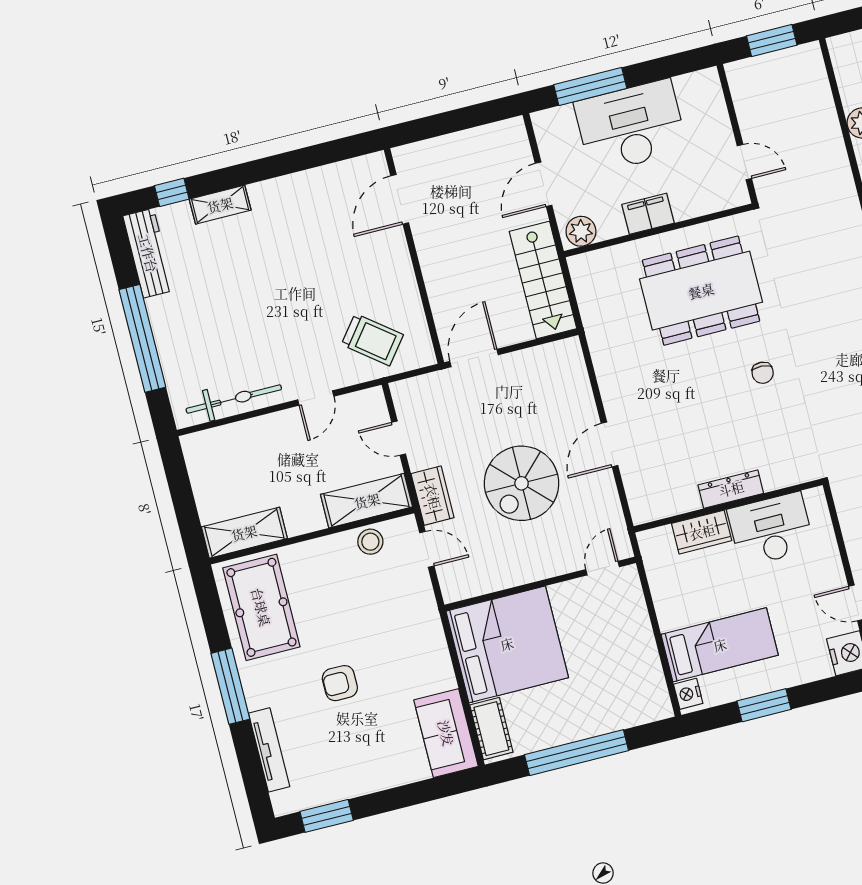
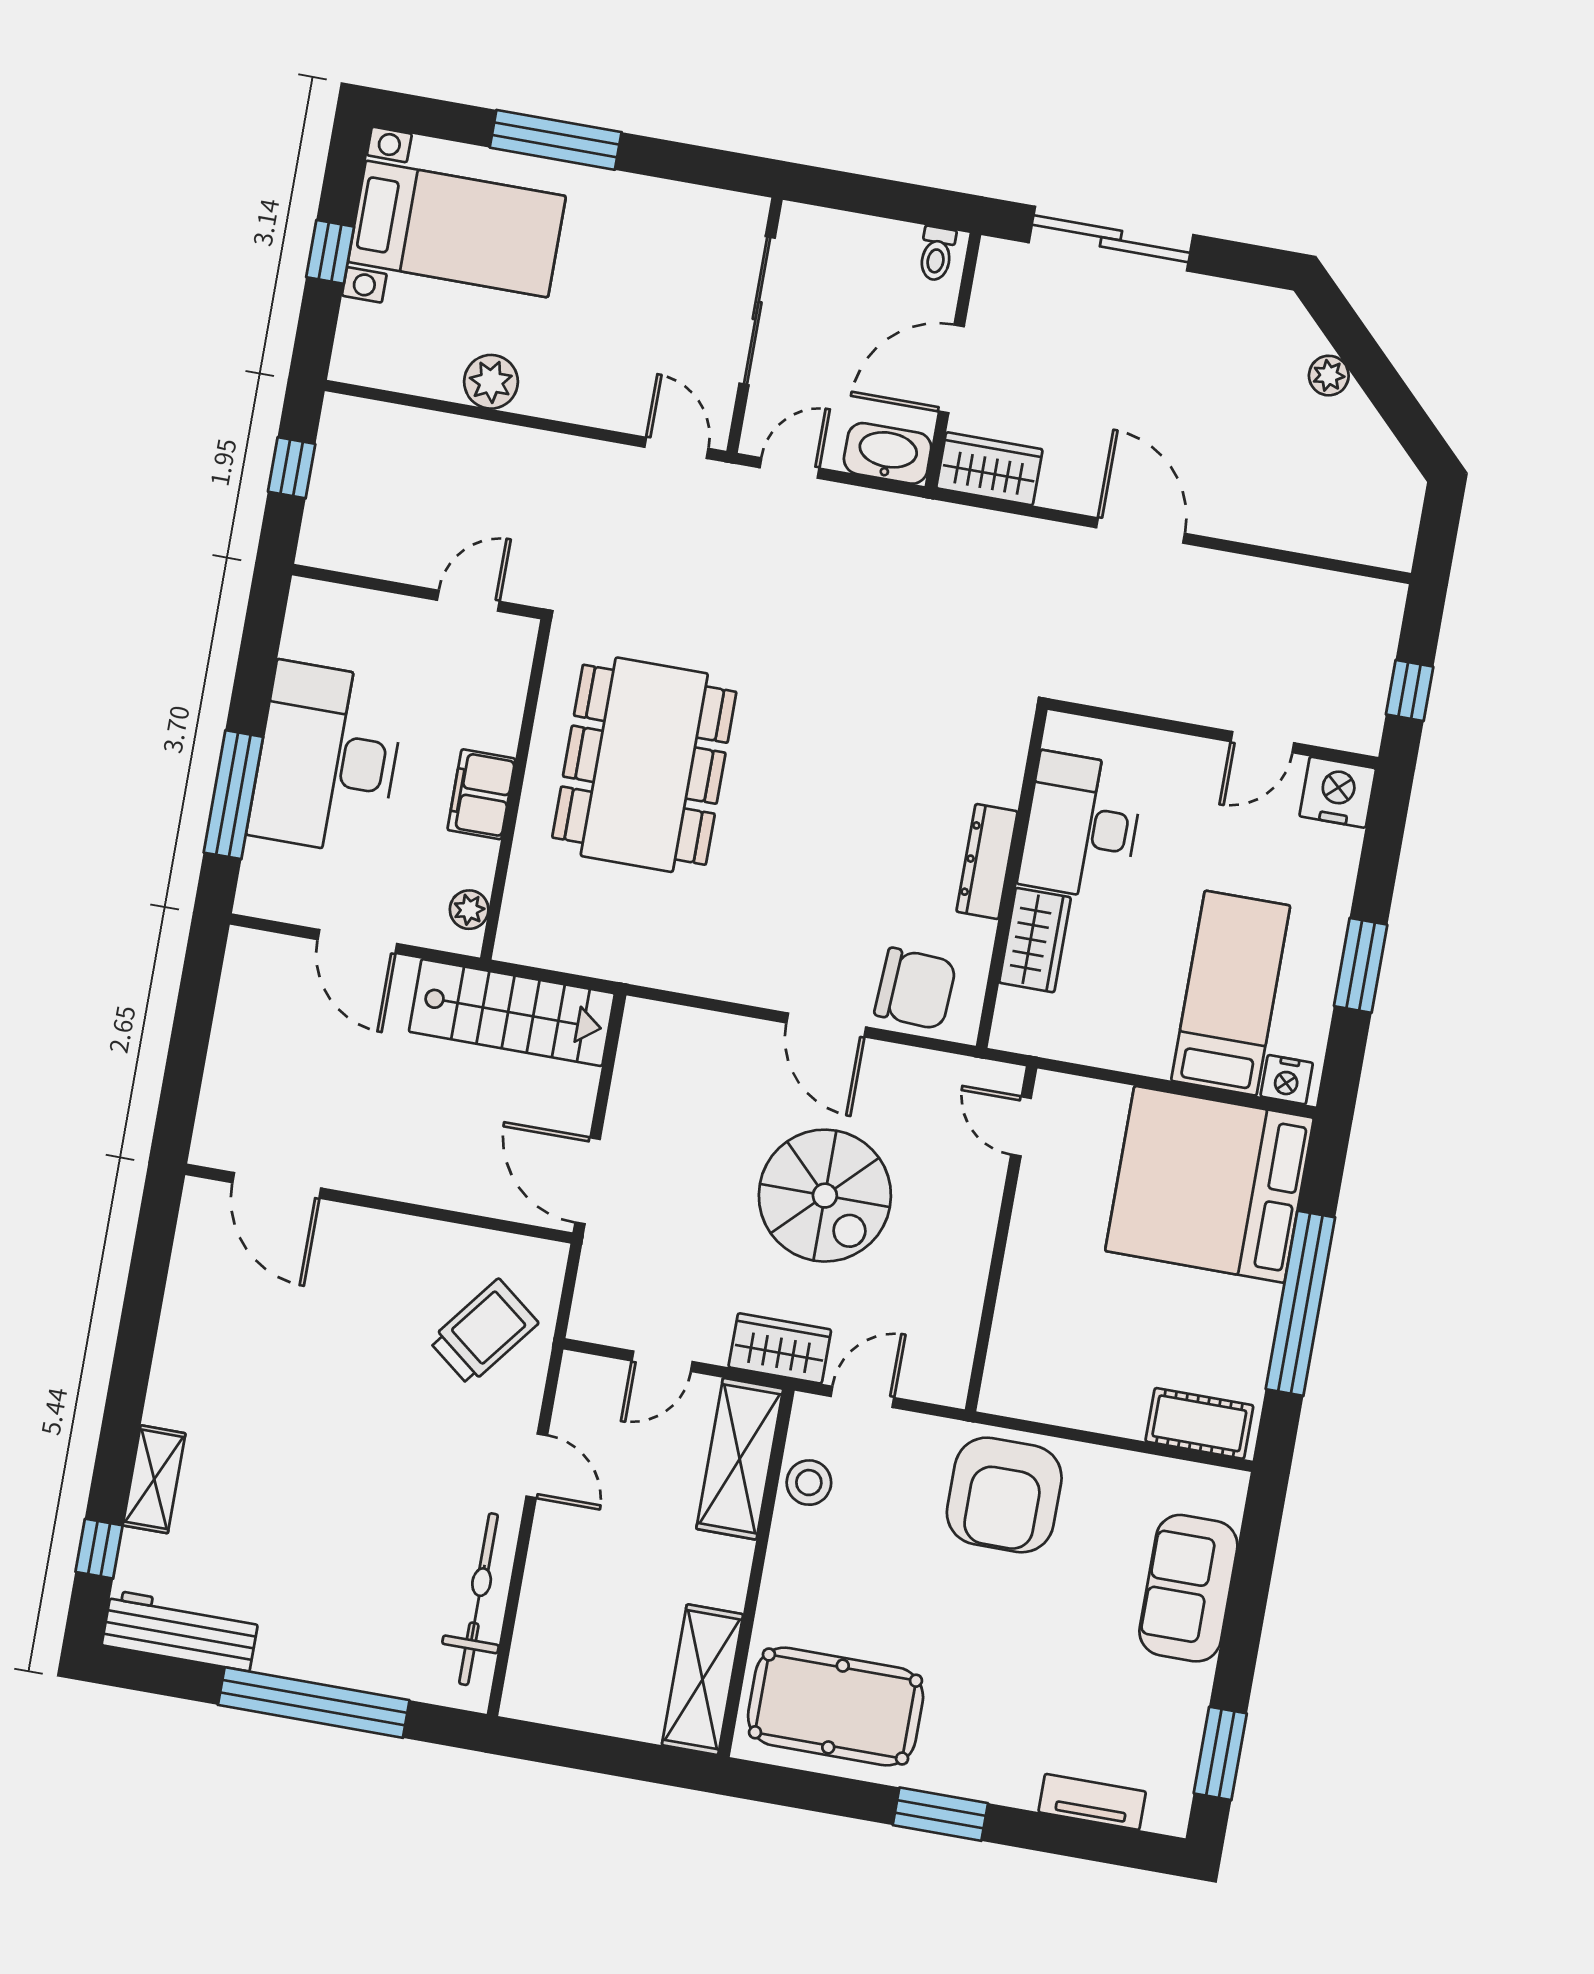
window: (772, 41) -> (292, 468), width x0.67
plant: (581, 231) -> (469, 910), width x0.73, depth x0.73
chair: (763, 373) -> (915, 989), moved, width x1.87, depth x1.87
bed: (507, 644) -> (1209, 1184), moved, turned -90
armchair: (340, 683) -> (1004, 1495), moved, width x1.88, depth x1.88
window: (230, 686) -> (940, 1814), width x0.69
sofa: (446, 733) -> (1188, 1588), moved, turned 90
tv unit: (269, 750) -> (1092, 1802), width x0.71

